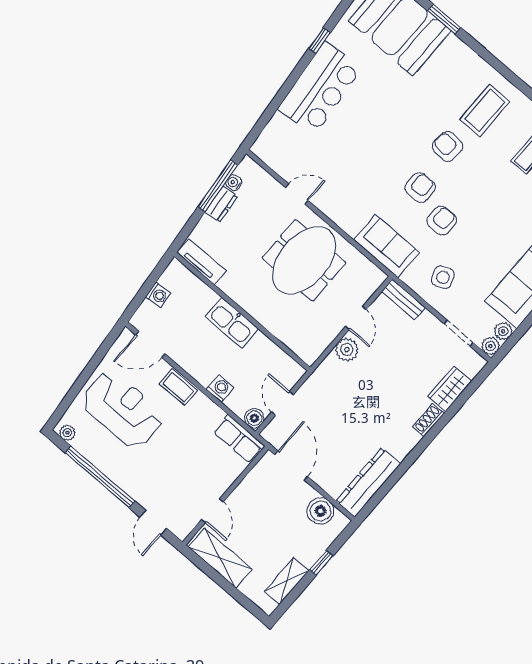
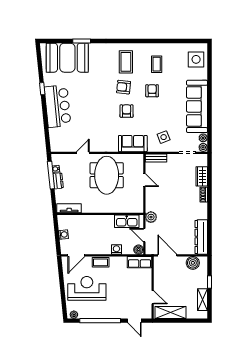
armchair: (442, 221) -> (152, 91), moved
kitchen sink: (232, 323) -> (127, 221), moved
plant: (347, 350) -> (151, 217), moved

